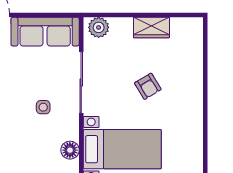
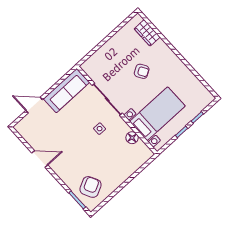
plant: (99, 27) -> (91, 64), removed
wardrobe: (151, 28) -> (147, 33), moved, turned 90

